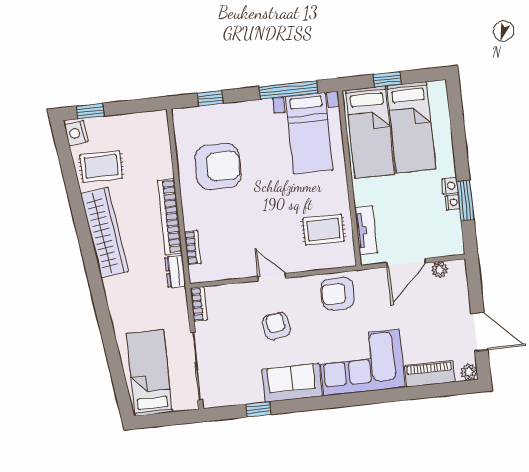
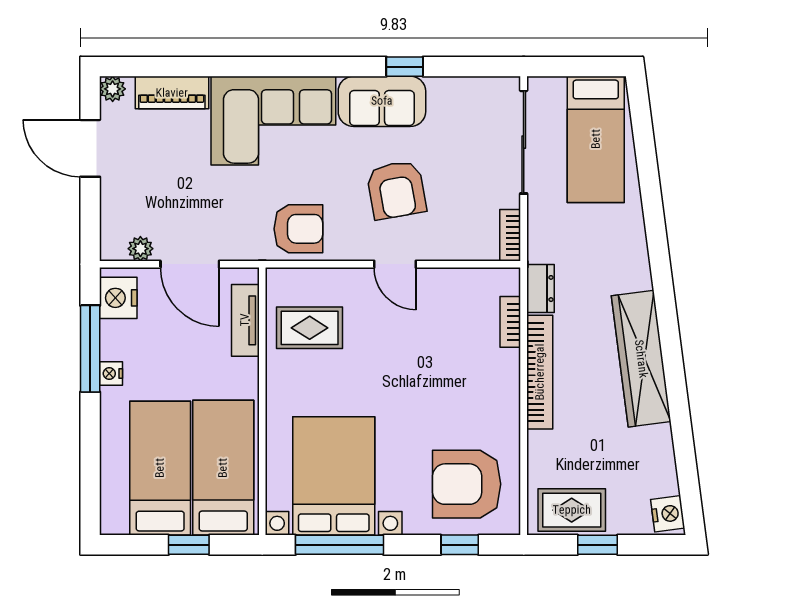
window: (90, 111) -> (598, 545), moved
bed with nightstands: (309, 133) -> (334, 476), width x1.36
rug: (101, 166) -> (572, 510), moved
armchair: (218, 166) -> (467, 484), moved
window: (465, 201) -> (90, 349), width x1.44
nightstand: (452, 202) -> (118, 298), moved, width x1.89, depth x1.79
door: (406, 263) -> (190, 264), swing flipped
armchair: (276, 326) -> (396, 190), width x1.38, depth x1.38
window: (258, 409) -> (405, 67), moved

